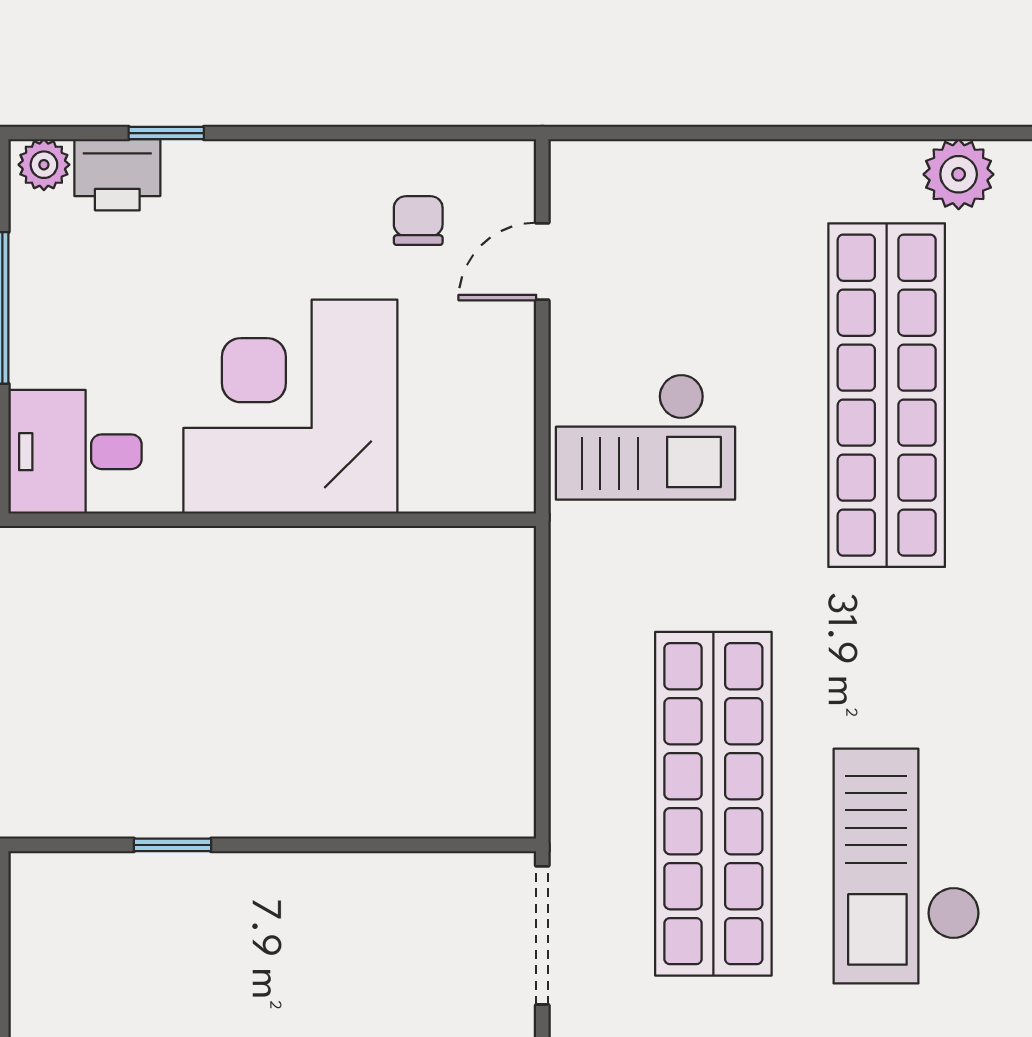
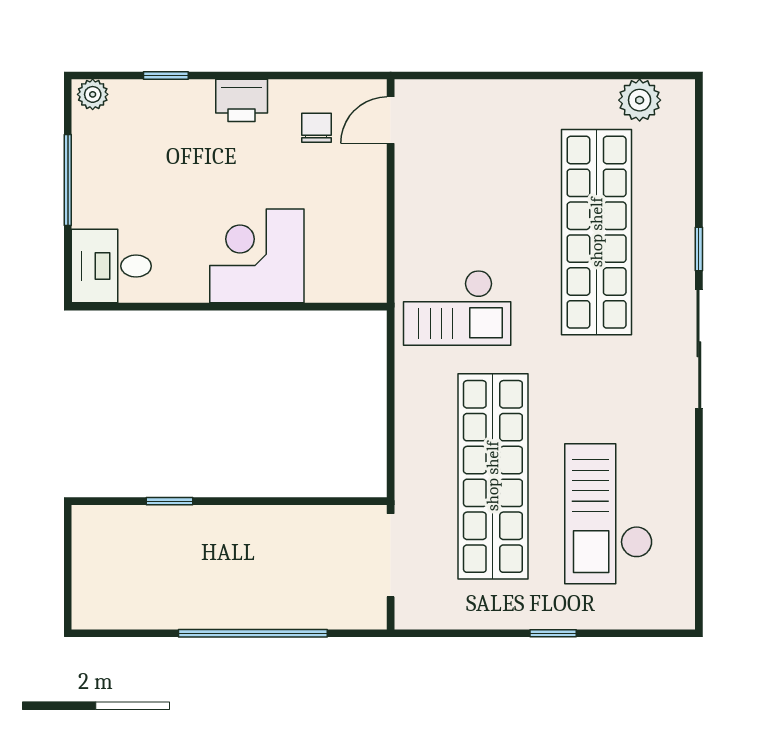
printer: (117, 175) -> (242, 100), moved
door: (542, 261) -> (391, 120), moved
corner desk: (290, 407) -> (257, 256), width x0.74, depth x0.74
checkout: (646, 437) -> (457, 308), moved

